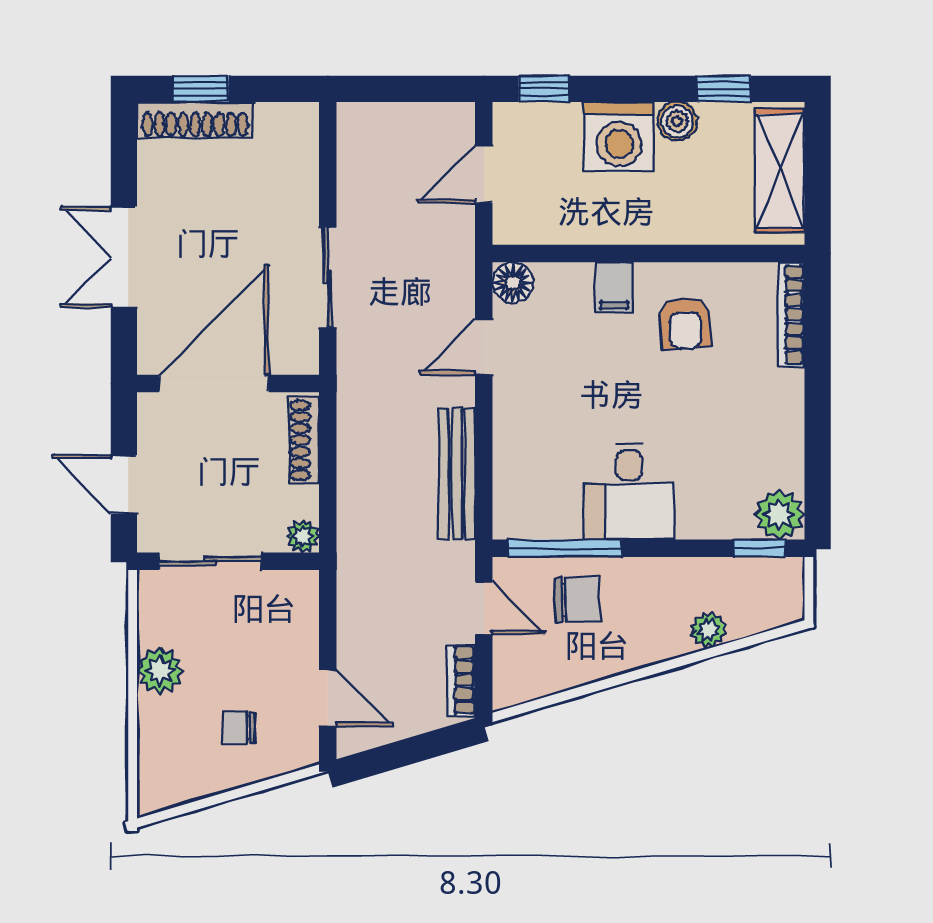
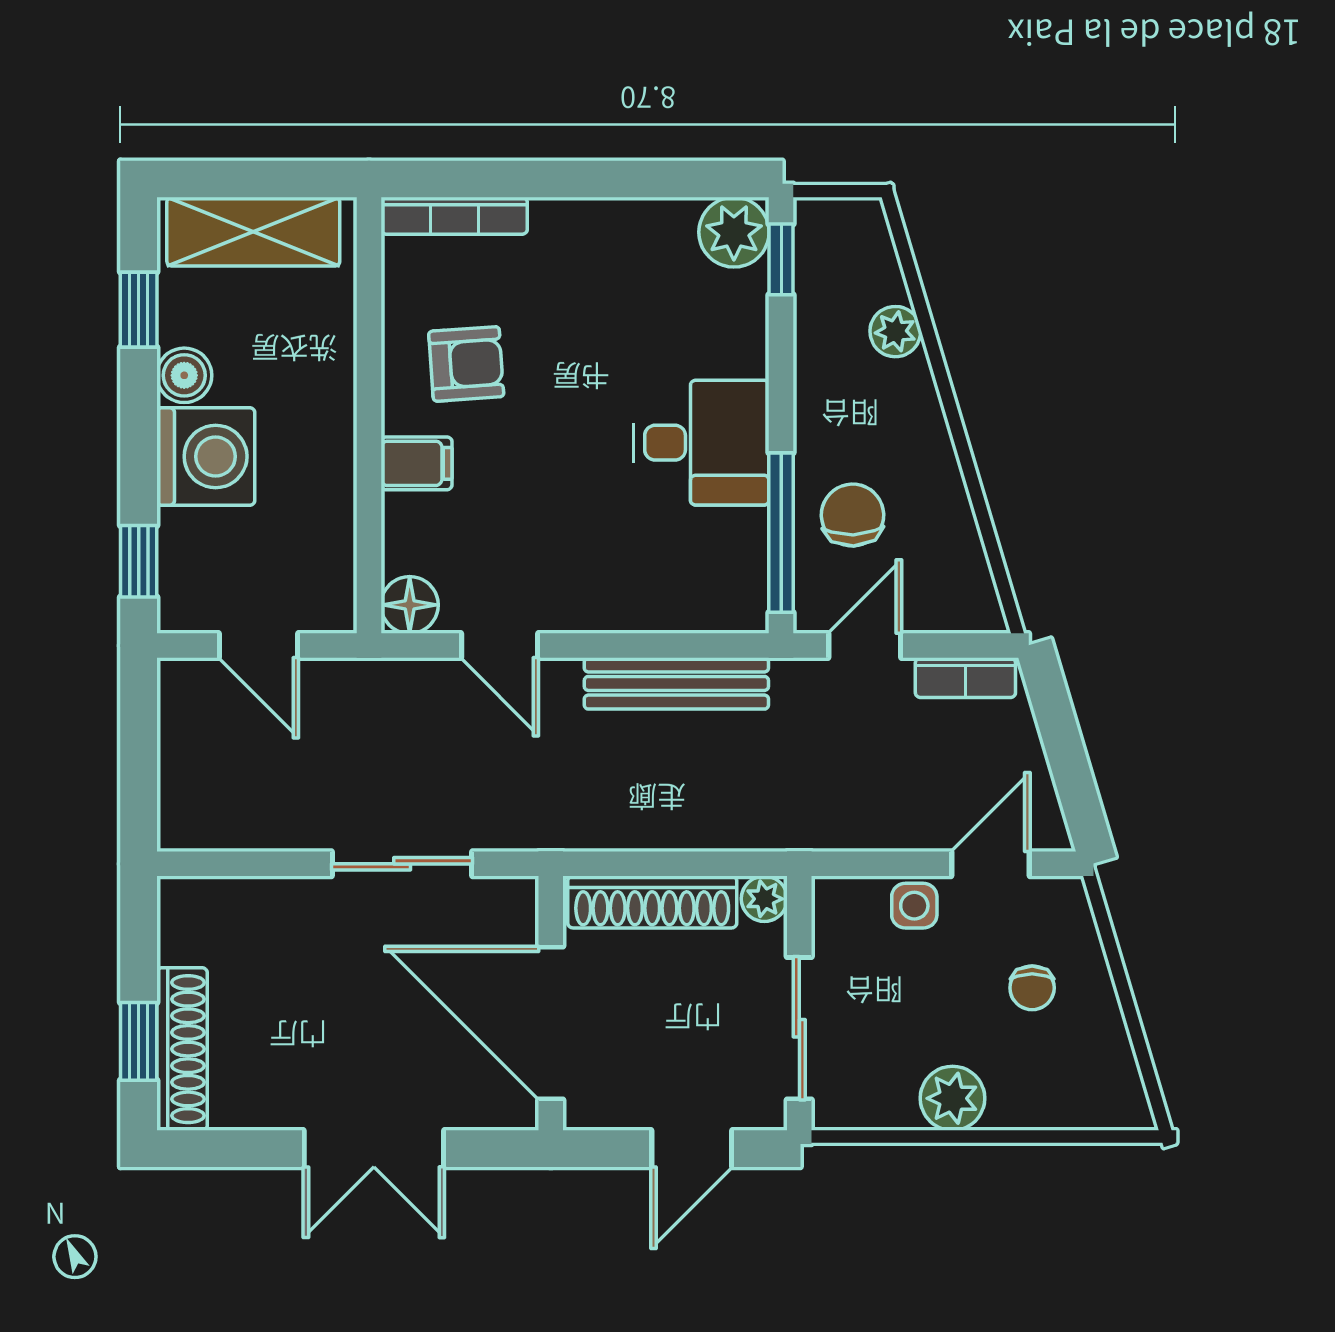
shoe rack: (304, 440) -> (652, 902), width x1.36, depth x1.24
side table: (298, 644) -> (914, 906), added

